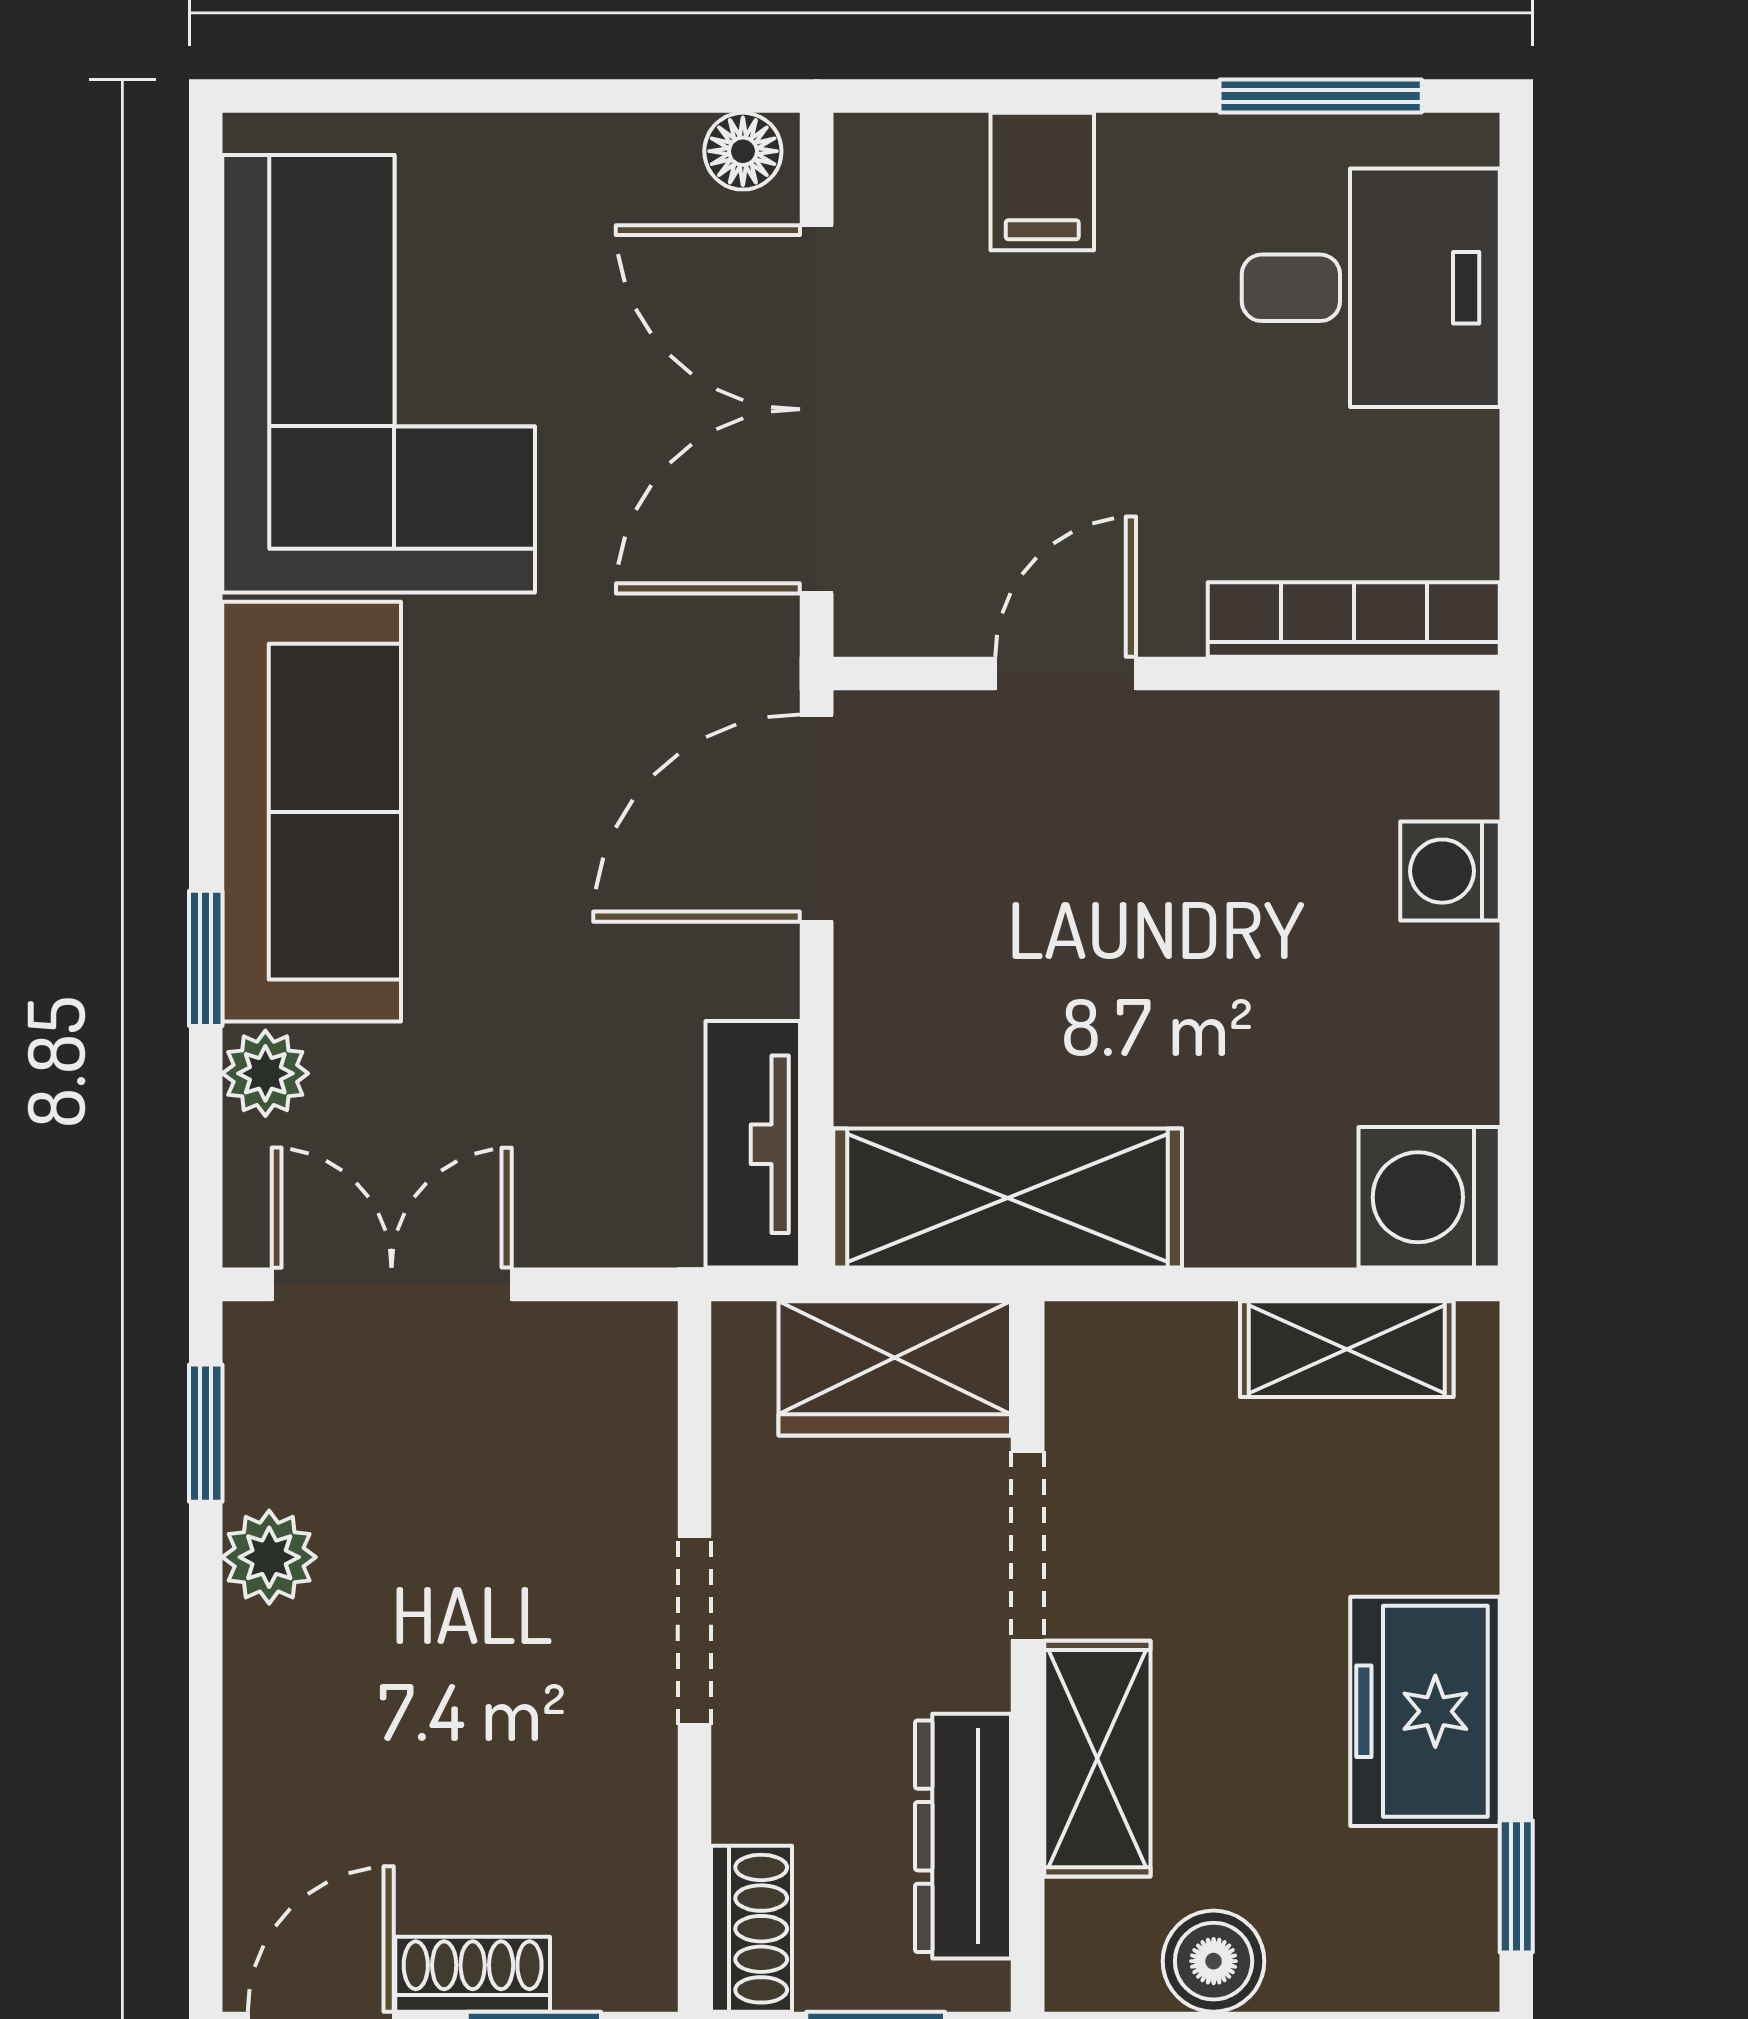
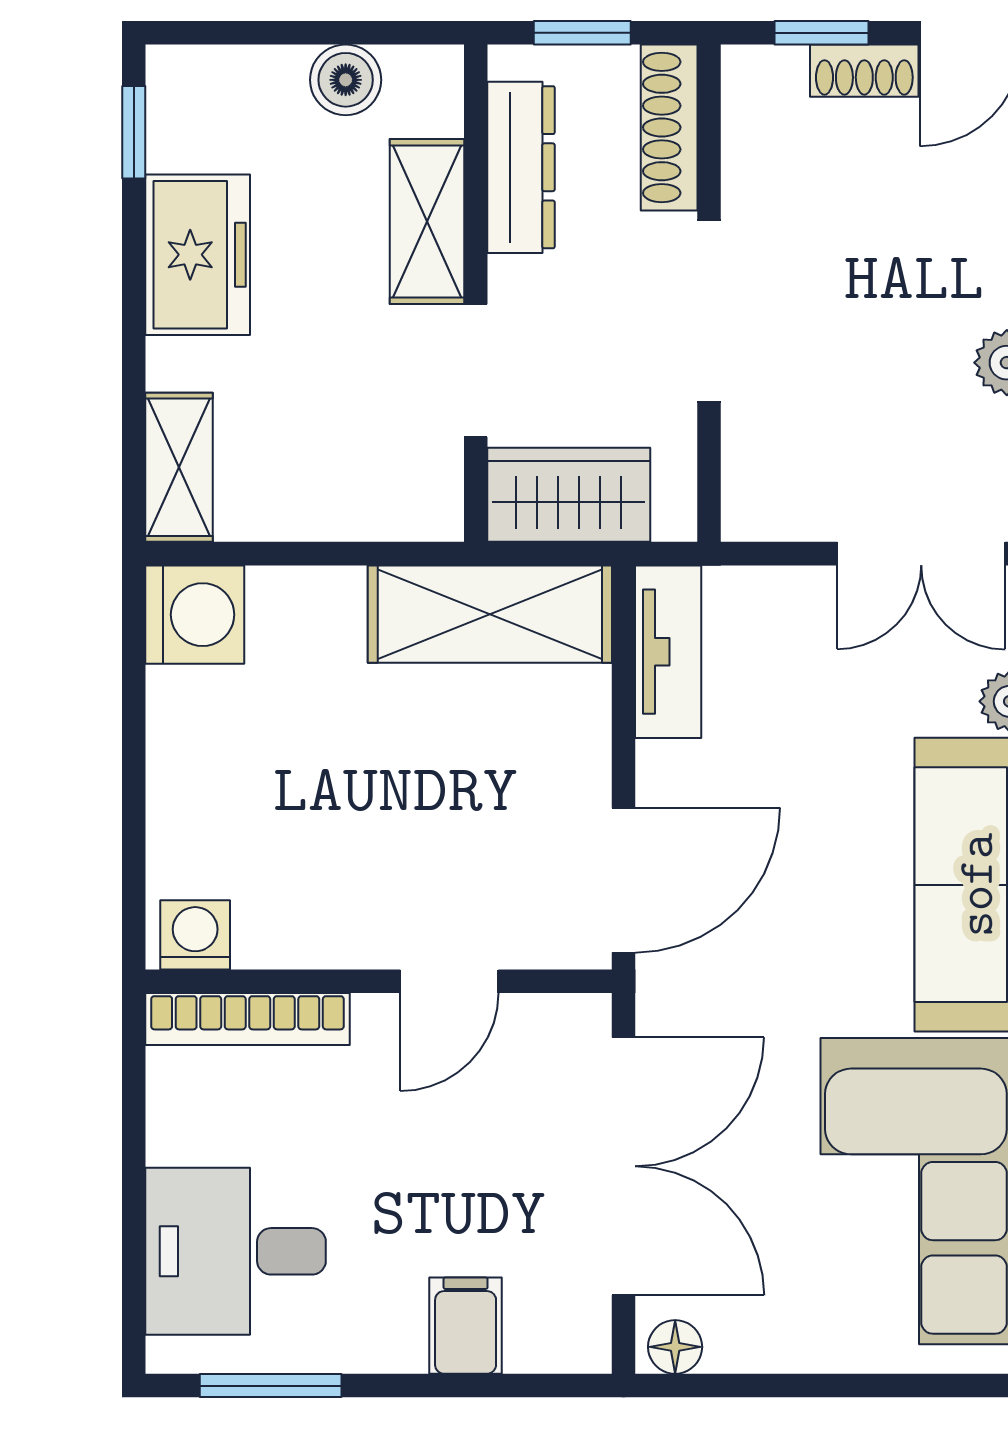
washing machine: (1450, 871) -> (195, 935), moved, turned -90
shelving: (1347, 1349) -> (179, 467), moved, turned 90
doorway: (694, 1631) -> (709, 311), width x1.38
shoe rack: (751, 1929) -> (669, 127), width x1.43

